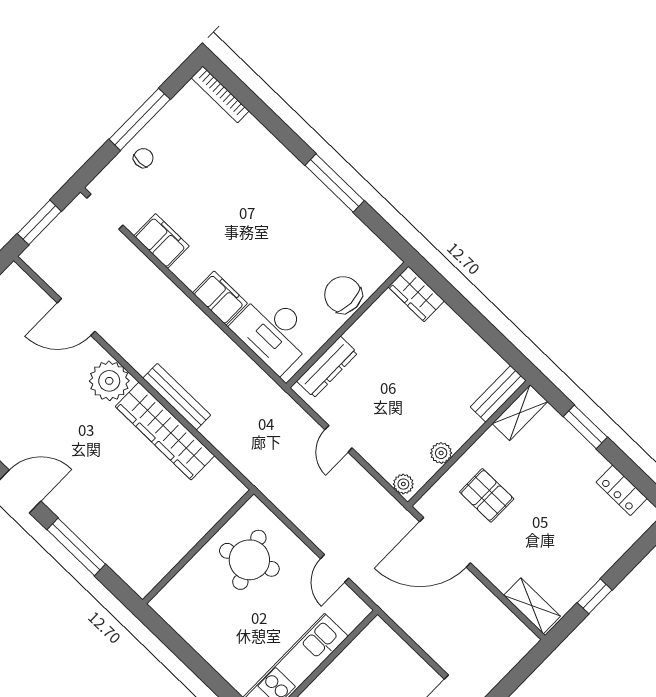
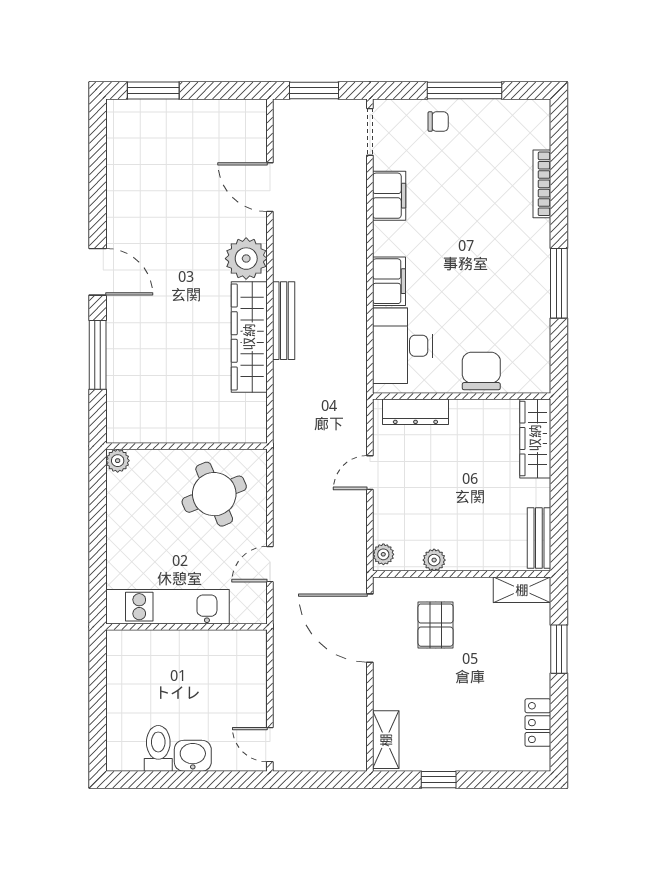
bookcase: (220, 94) -> (542, 184), moved
wardrobe: (416, 294) -> (535, 438), width x1.50
bench: (498, 394) -> (539, 538), moved, turned 90
plant: (162, 604) -> (118, 461), added

